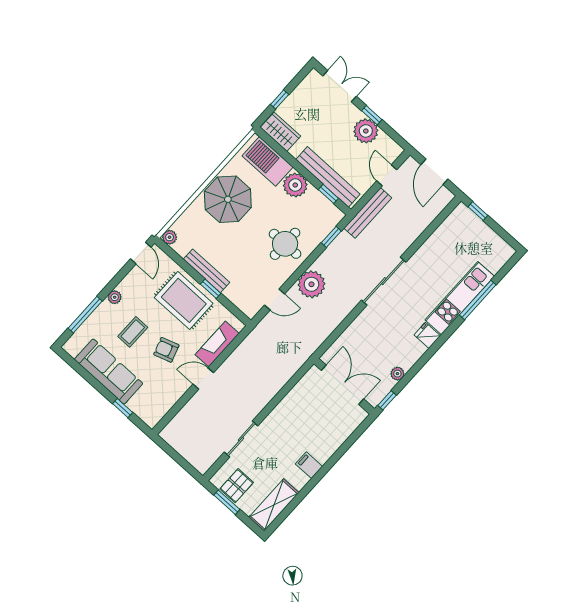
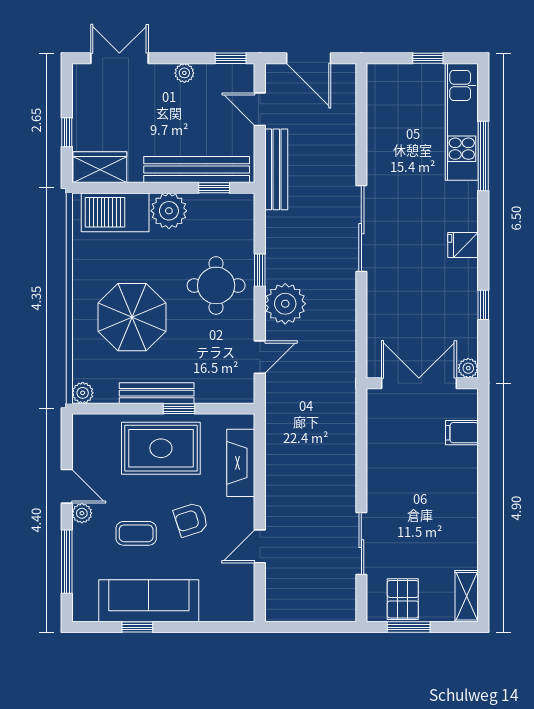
window: (372, 115) -> (231, 58), moved
plant: (366, 131) -> (184, 73), width x0.53, depth x0.53
parasol: (228, 199) -> (132, 317), moved
window: (478, 211) -> (428, 58), moved
window: (331, 237) -> (260, 270), moved
door: (141, 253) -> (67, 486), moved
kitchen unit: (460, 298) -> (462, 122), moved
coffee table: (133, 332) -> (136, 533), turned 90
plant: (397, 374) -> (468, 368), moved
door: (203, 378) -> (260, 546), moved
window: (387, 400) -> (483, 305), moved
window: (123, 408) -> (137, 627), moved
filing cabinet: (309, 465) -> (462, 433), moved
shelving: (274, 505) -> (467, 596), width x0.67, depth x0.75

